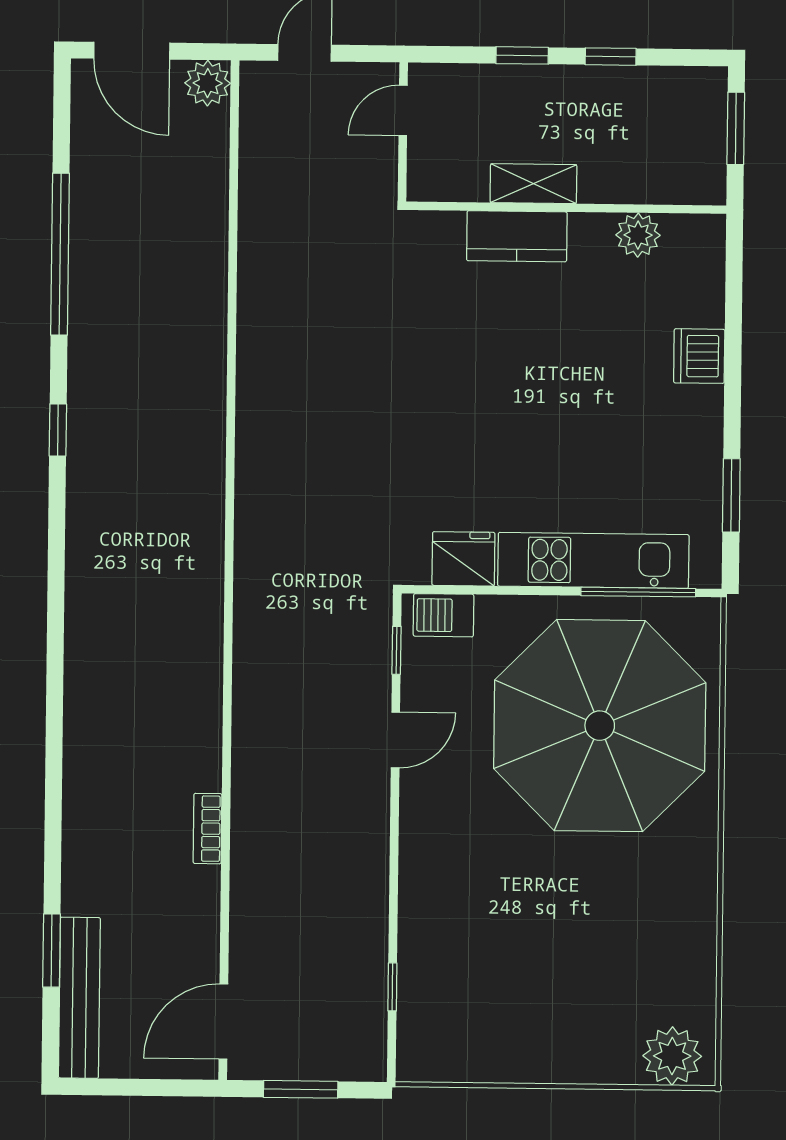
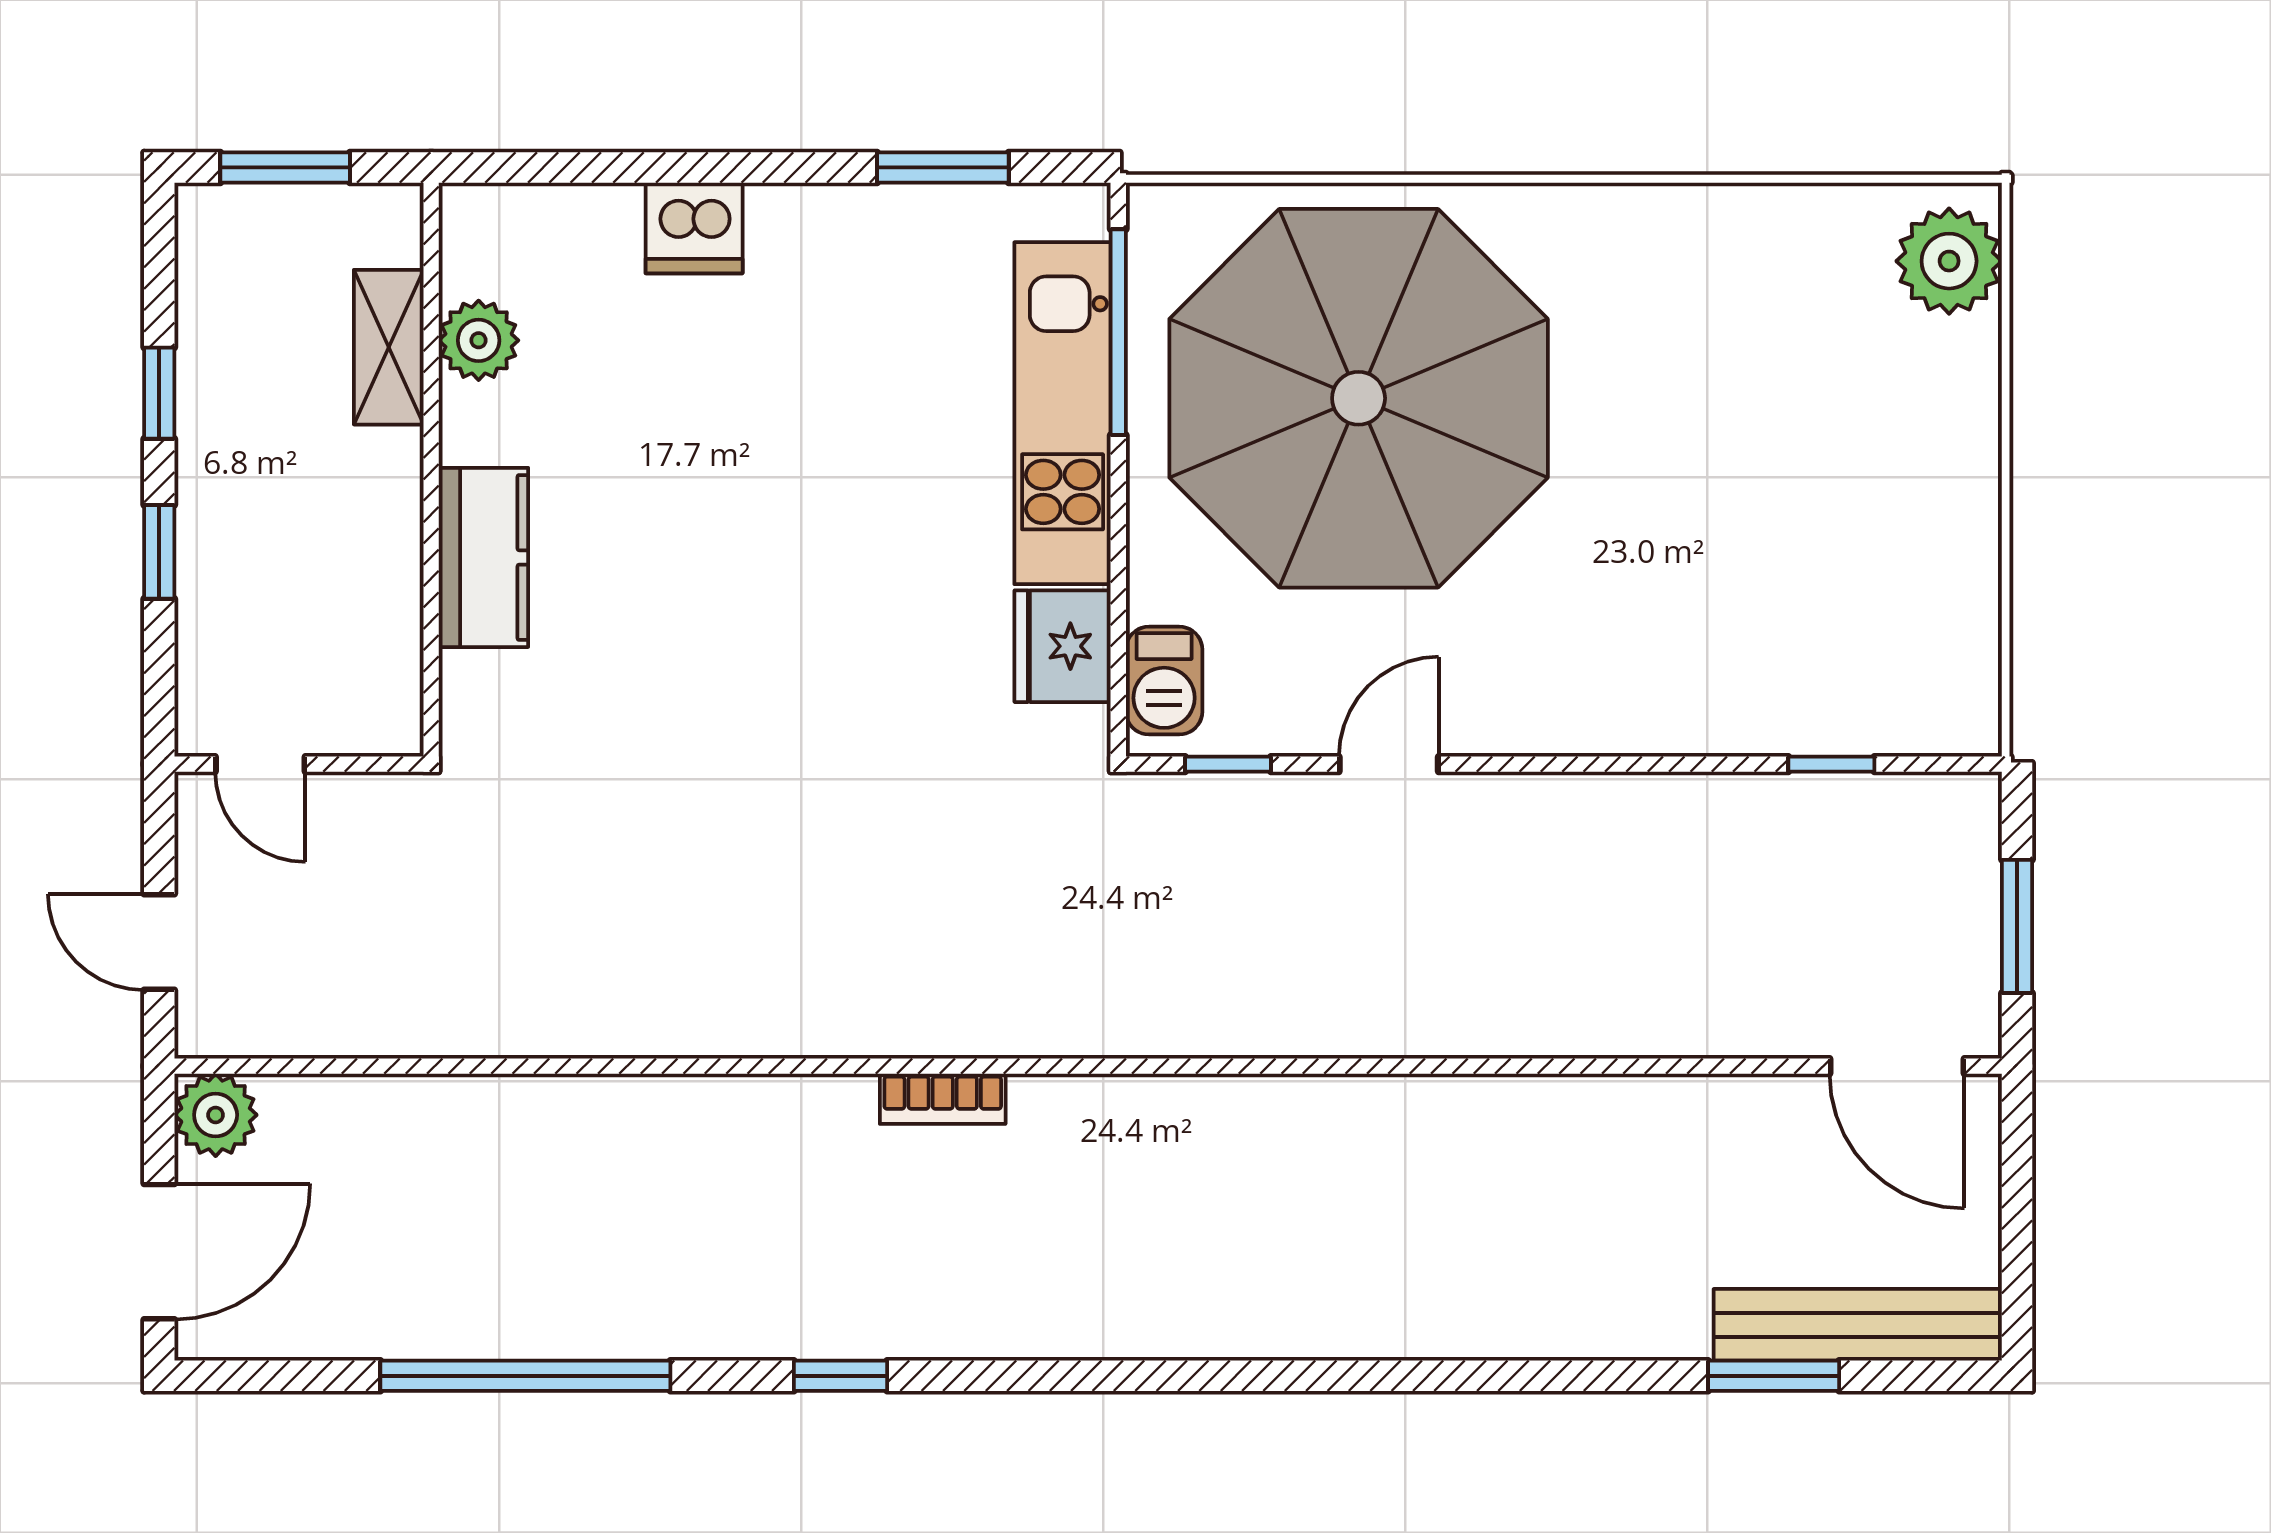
shelving: (533, 184) -> (389, 347), moved
door: (395, 740) -> (1389, 764), hinge flipped
bookcase: (208, 829) -> (943, 1099), moved

